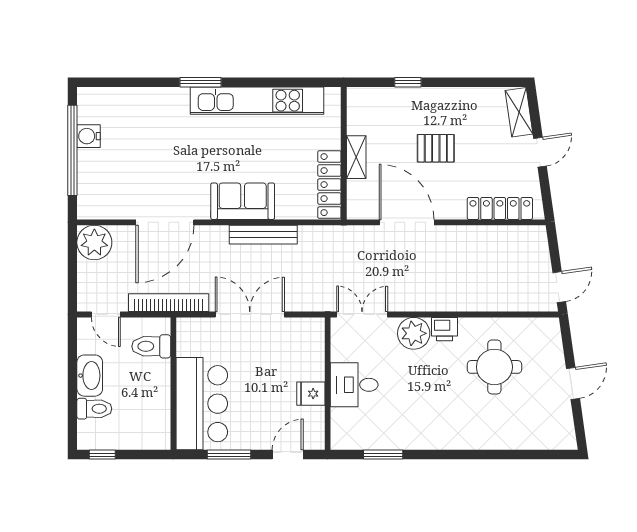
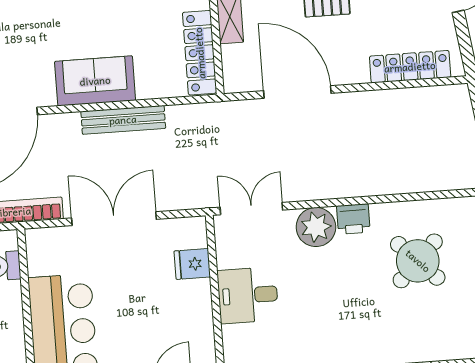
round table: (494, 367) -> (418, 261), turned 45
fridge: (311, 394) -> (192, 264), moved

